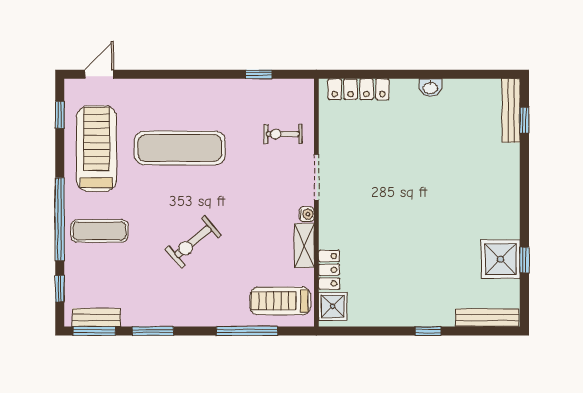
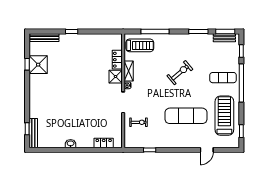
door: (99, 74) -> (207, 150), moved
locker: (359, 89) -> (104, 143), width x0.66
treadmill: (97, 148) -> (224, 116), turned 180
shower: (333, 306) -> (116, 77), moved

